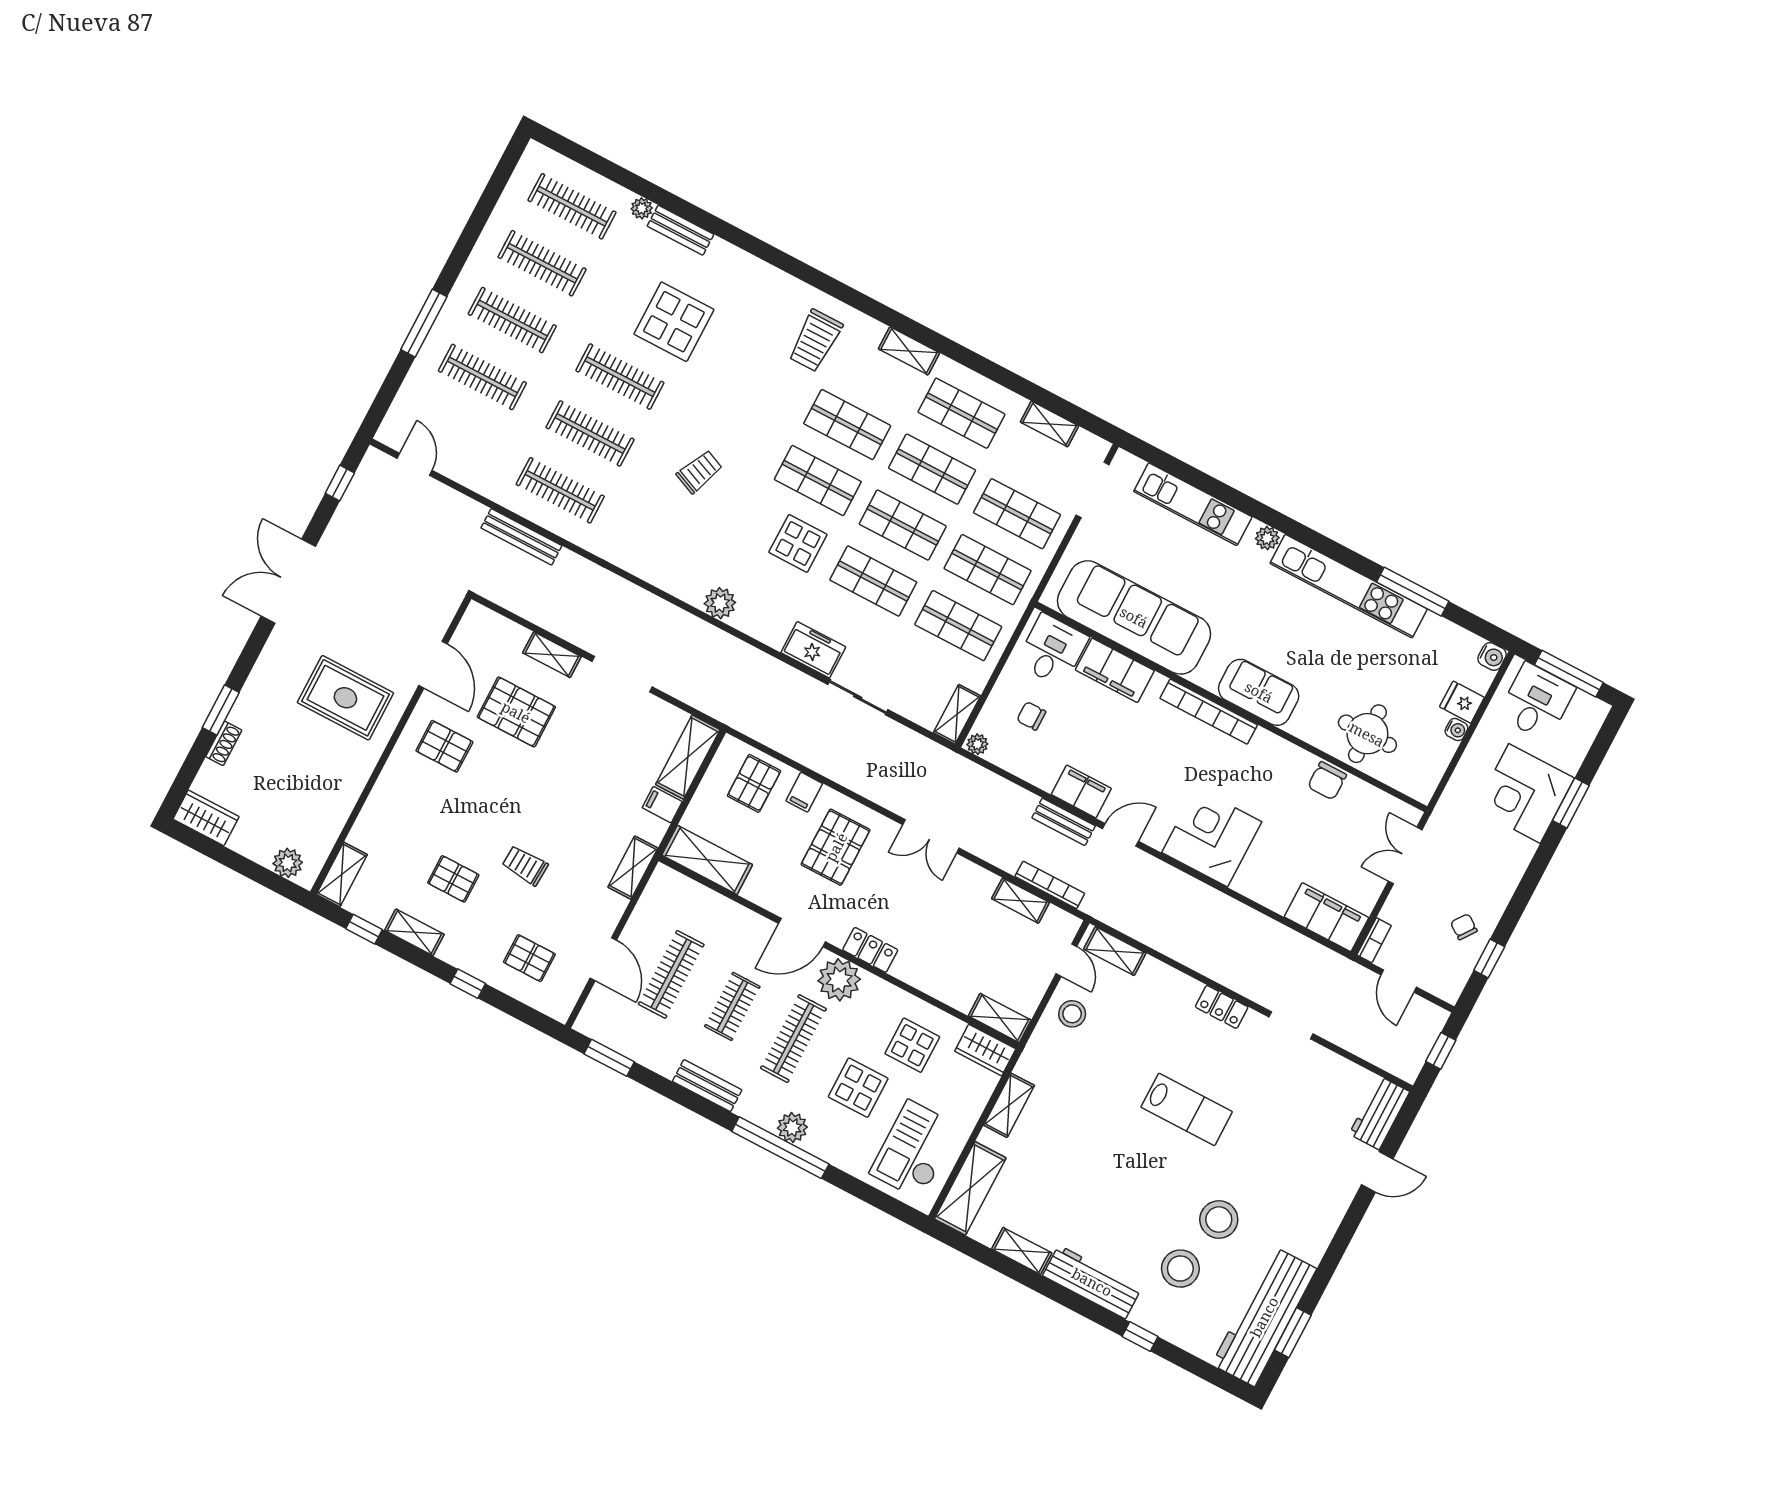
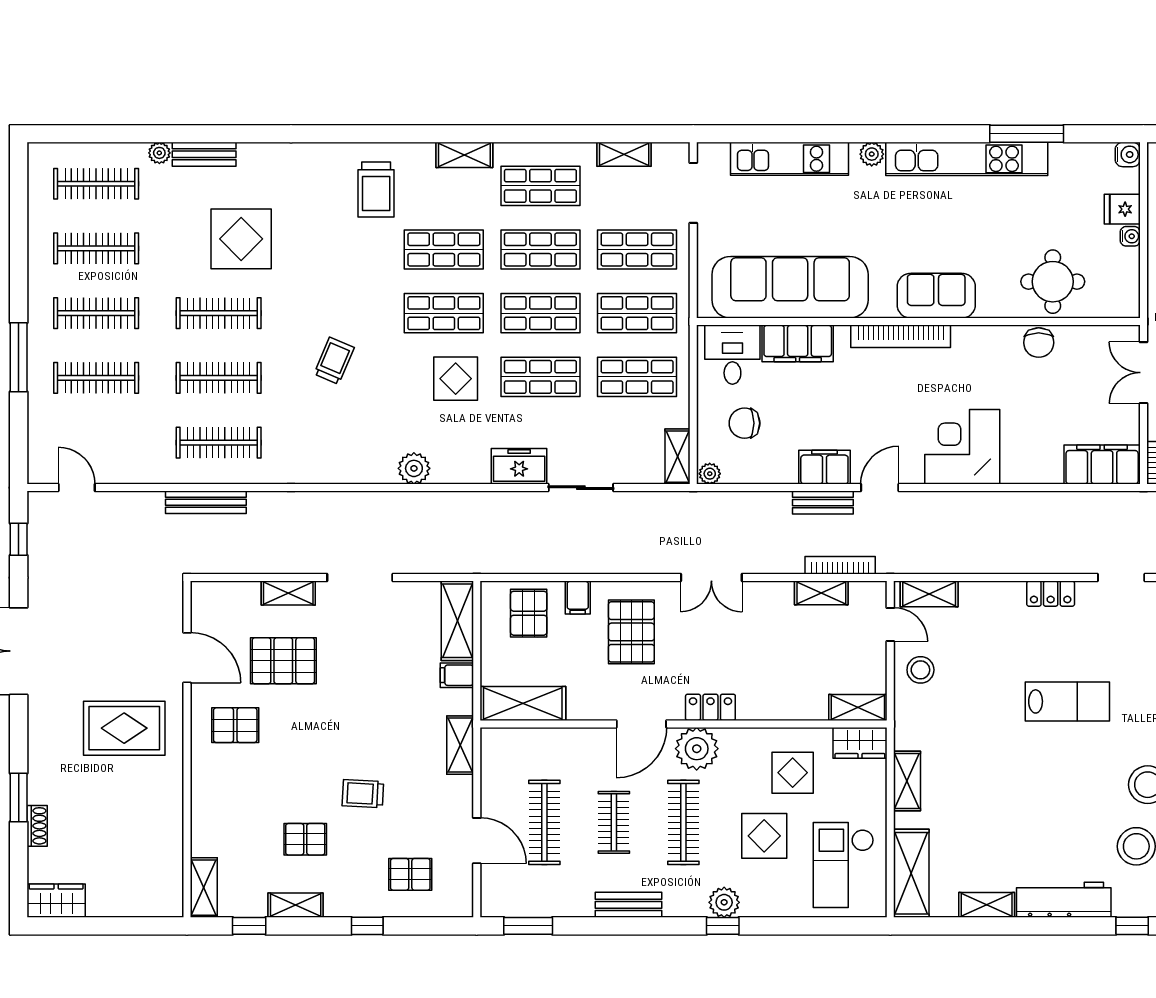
chair: (1031, 716) -> (744, 423), width x1.37, depth x1.37
plant: (288, 863) -> (150, 903), removed
window: (780, 1148) -> (723, 926), width x0.32

